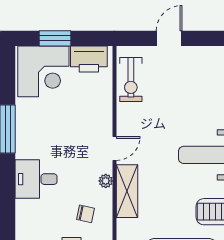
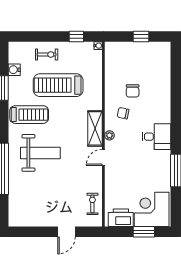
exercise bike: (131, 79) -> (92, 204), width x0.73, depth x0.72

